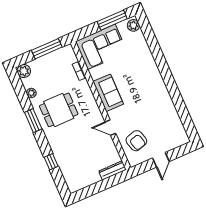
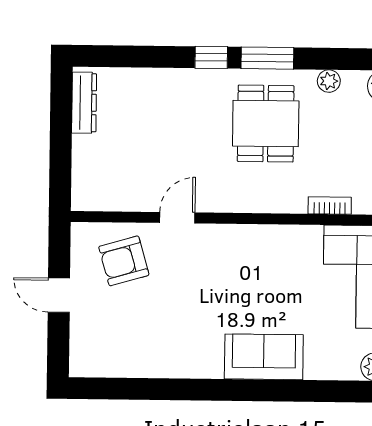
sofa: (108, 93) -> (264, 357), moved, turned 180
window: (51, 162) -> (211, 57), moved
dresser: (112, 170) -> (84, 103), moved

